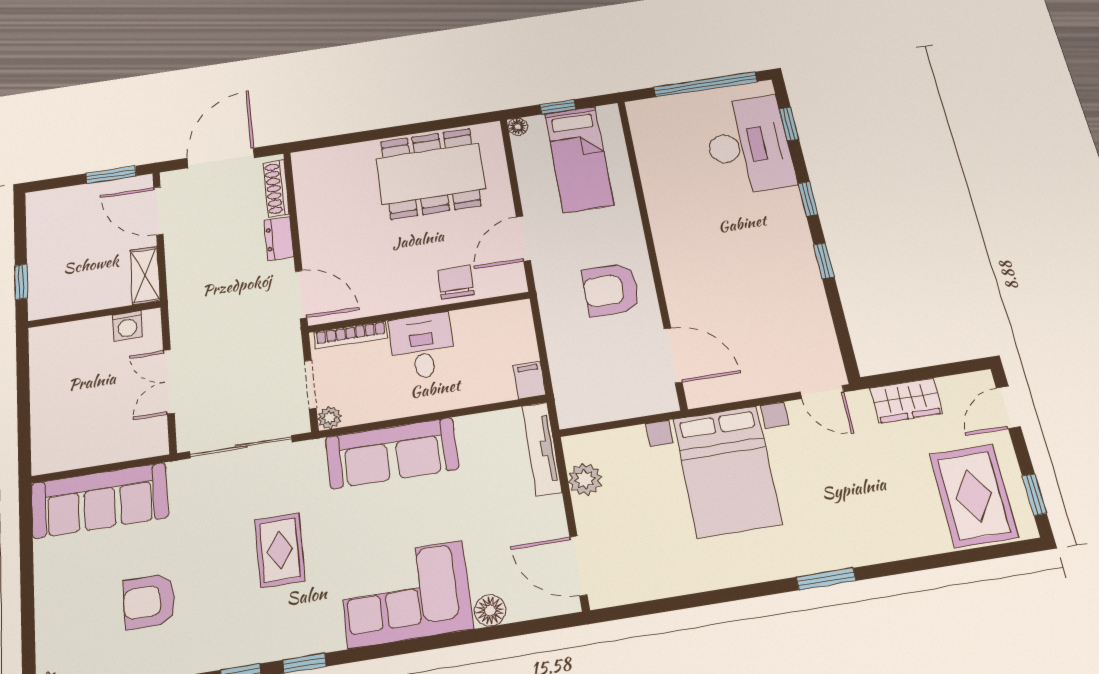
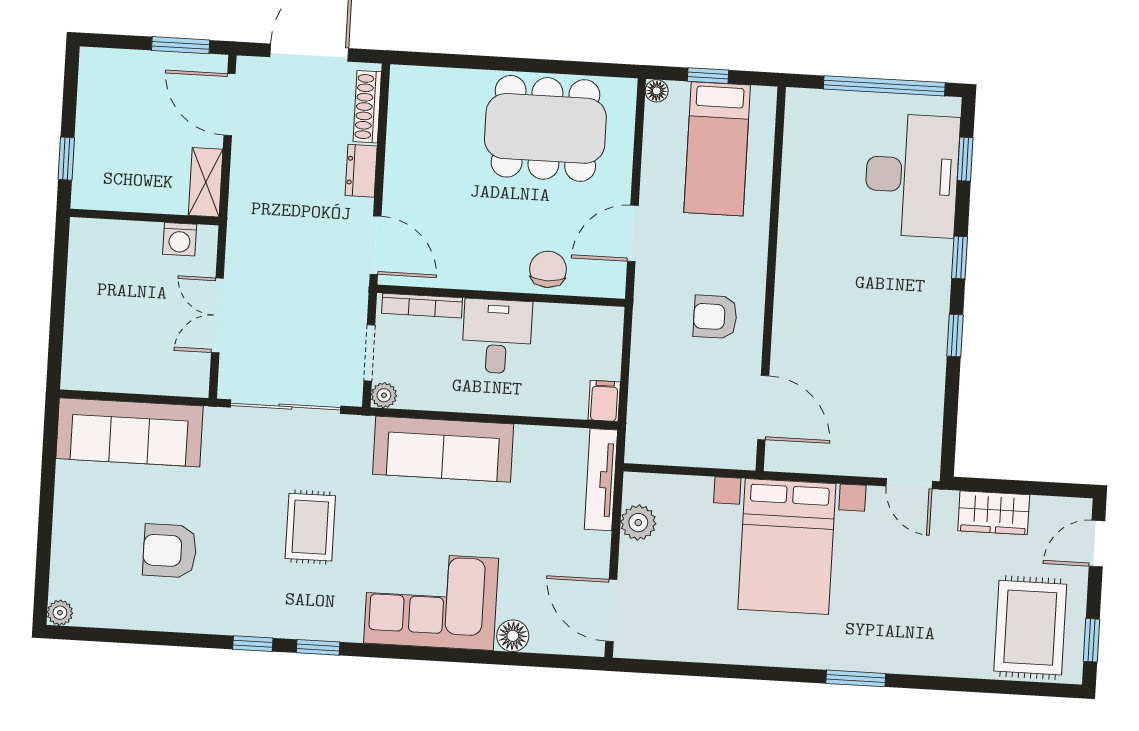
armchair: (611, 290) -> (715, 317), width x0.72, depth x0.72

